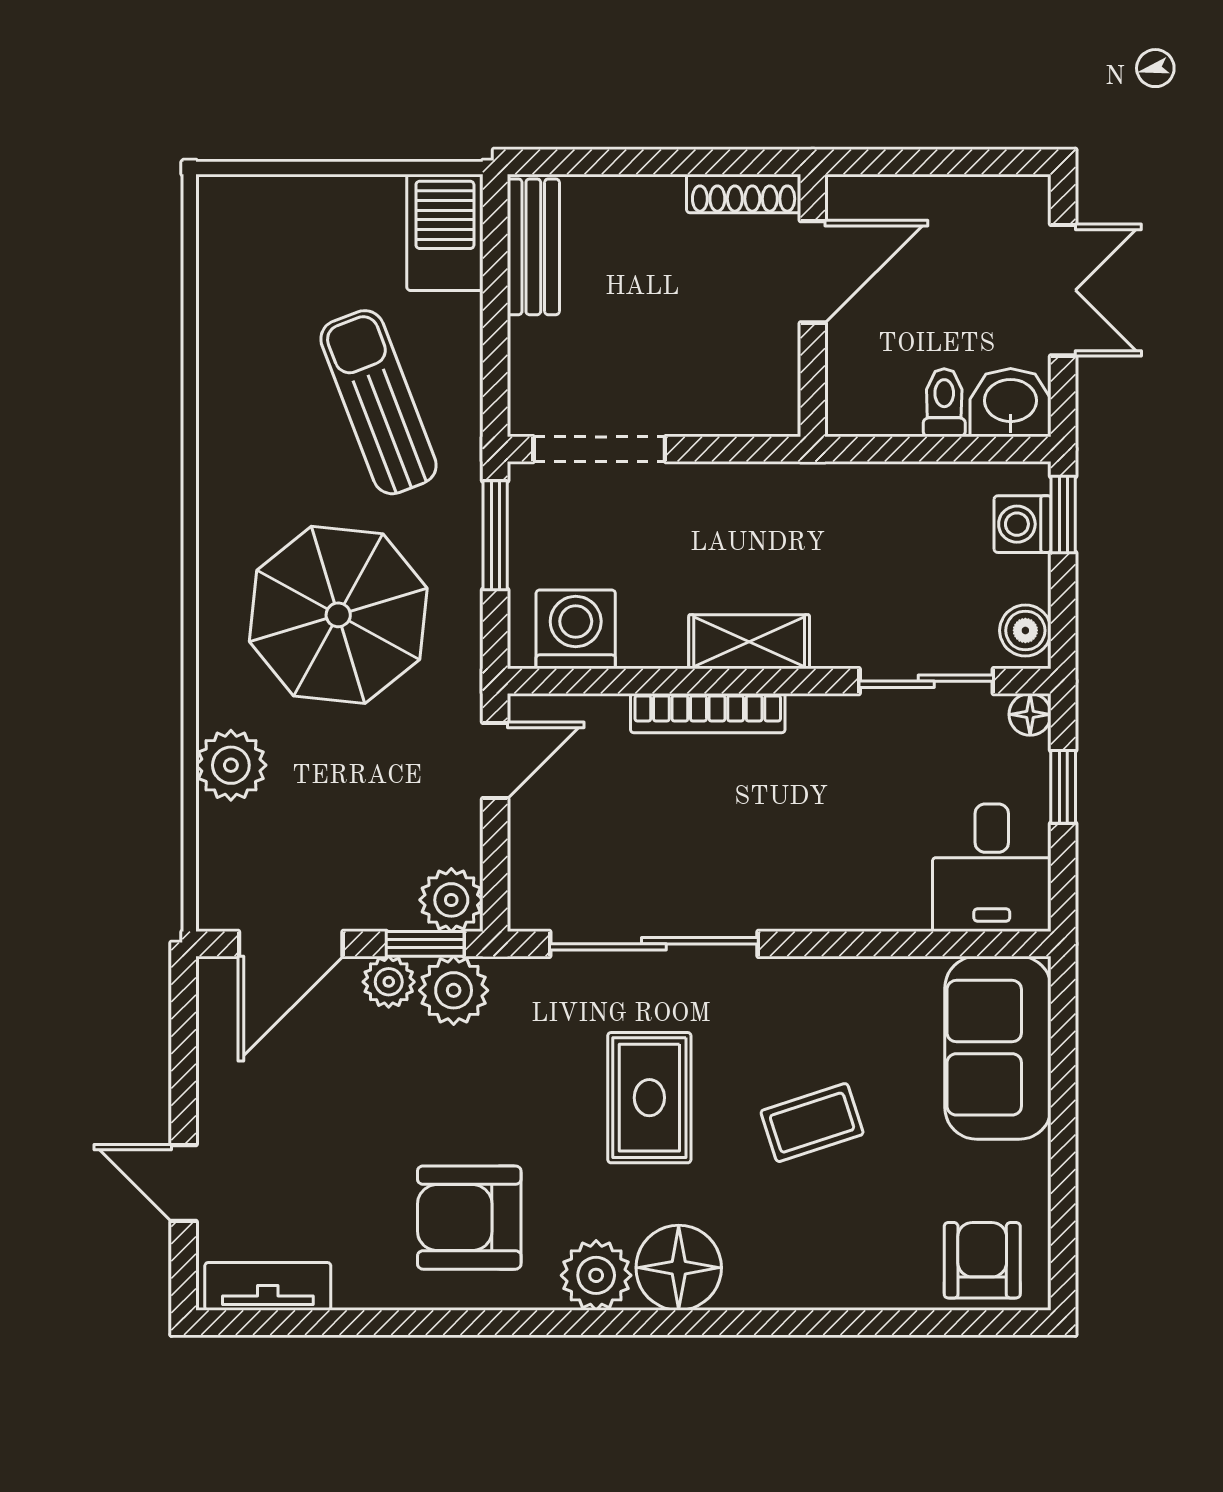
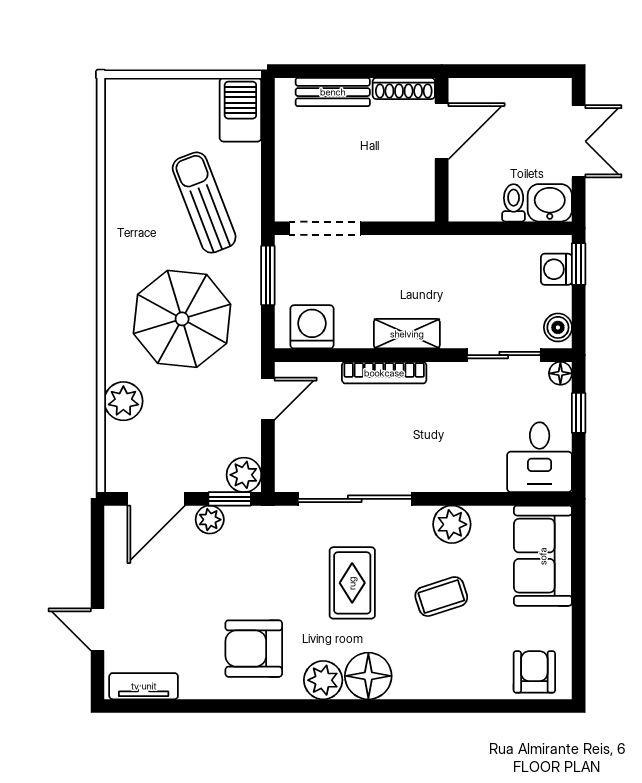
bench: (533, 247) -> (333, 92), moved, turned 90
plant: (454, 990) -> (452, 524), moved

